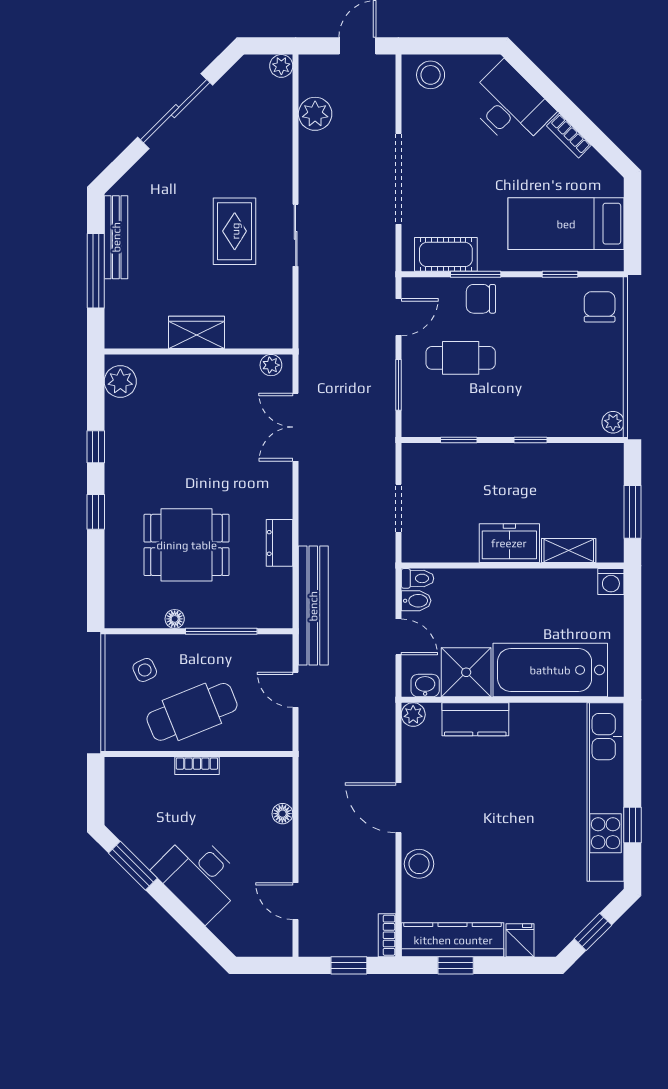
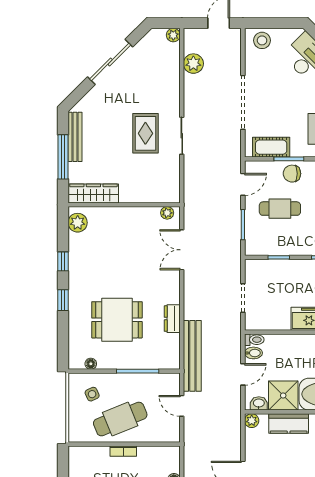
wardrobe: (196, 332) -> (93, 193), moved, width x1.50
floor lamp: (175, 619) -> (91, 364), moved
door: (398, 637) -> (243, 374), hinge flipped

